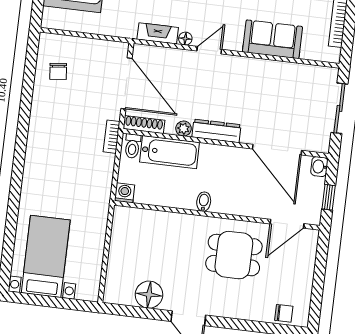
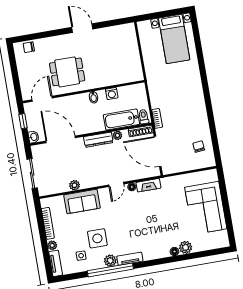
plant: (277, 69) -> (75, 185), added
washing machine: (125, 193) -> (112, 94), moved
floor lamp: (149, 295) -> (109, 35), removed

